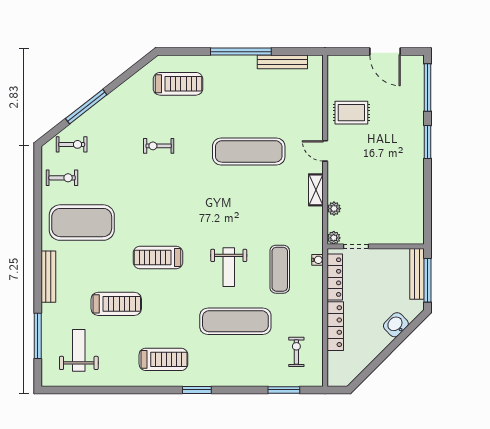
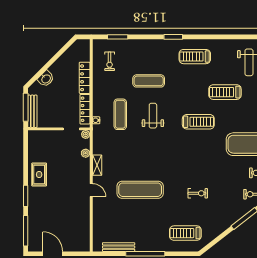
rug: (351, 113) -> (39, 175), moved, turned 90
exercise mat: (235, 321) -> (149, 81), width x0.73, depth x0.69

